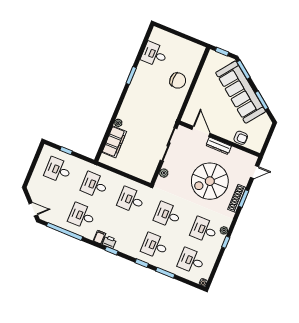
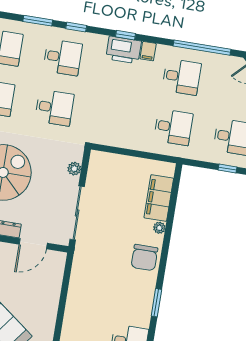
chair: (178, 81) -> (144, 258), moved, turned -90
door: (201, 131) -> (33, 244), hinge flipped
desk: (131, 200) -> (114, 117), removed
printer: (109, 242) -> (124, 50), width x1.87, depth x1.48

